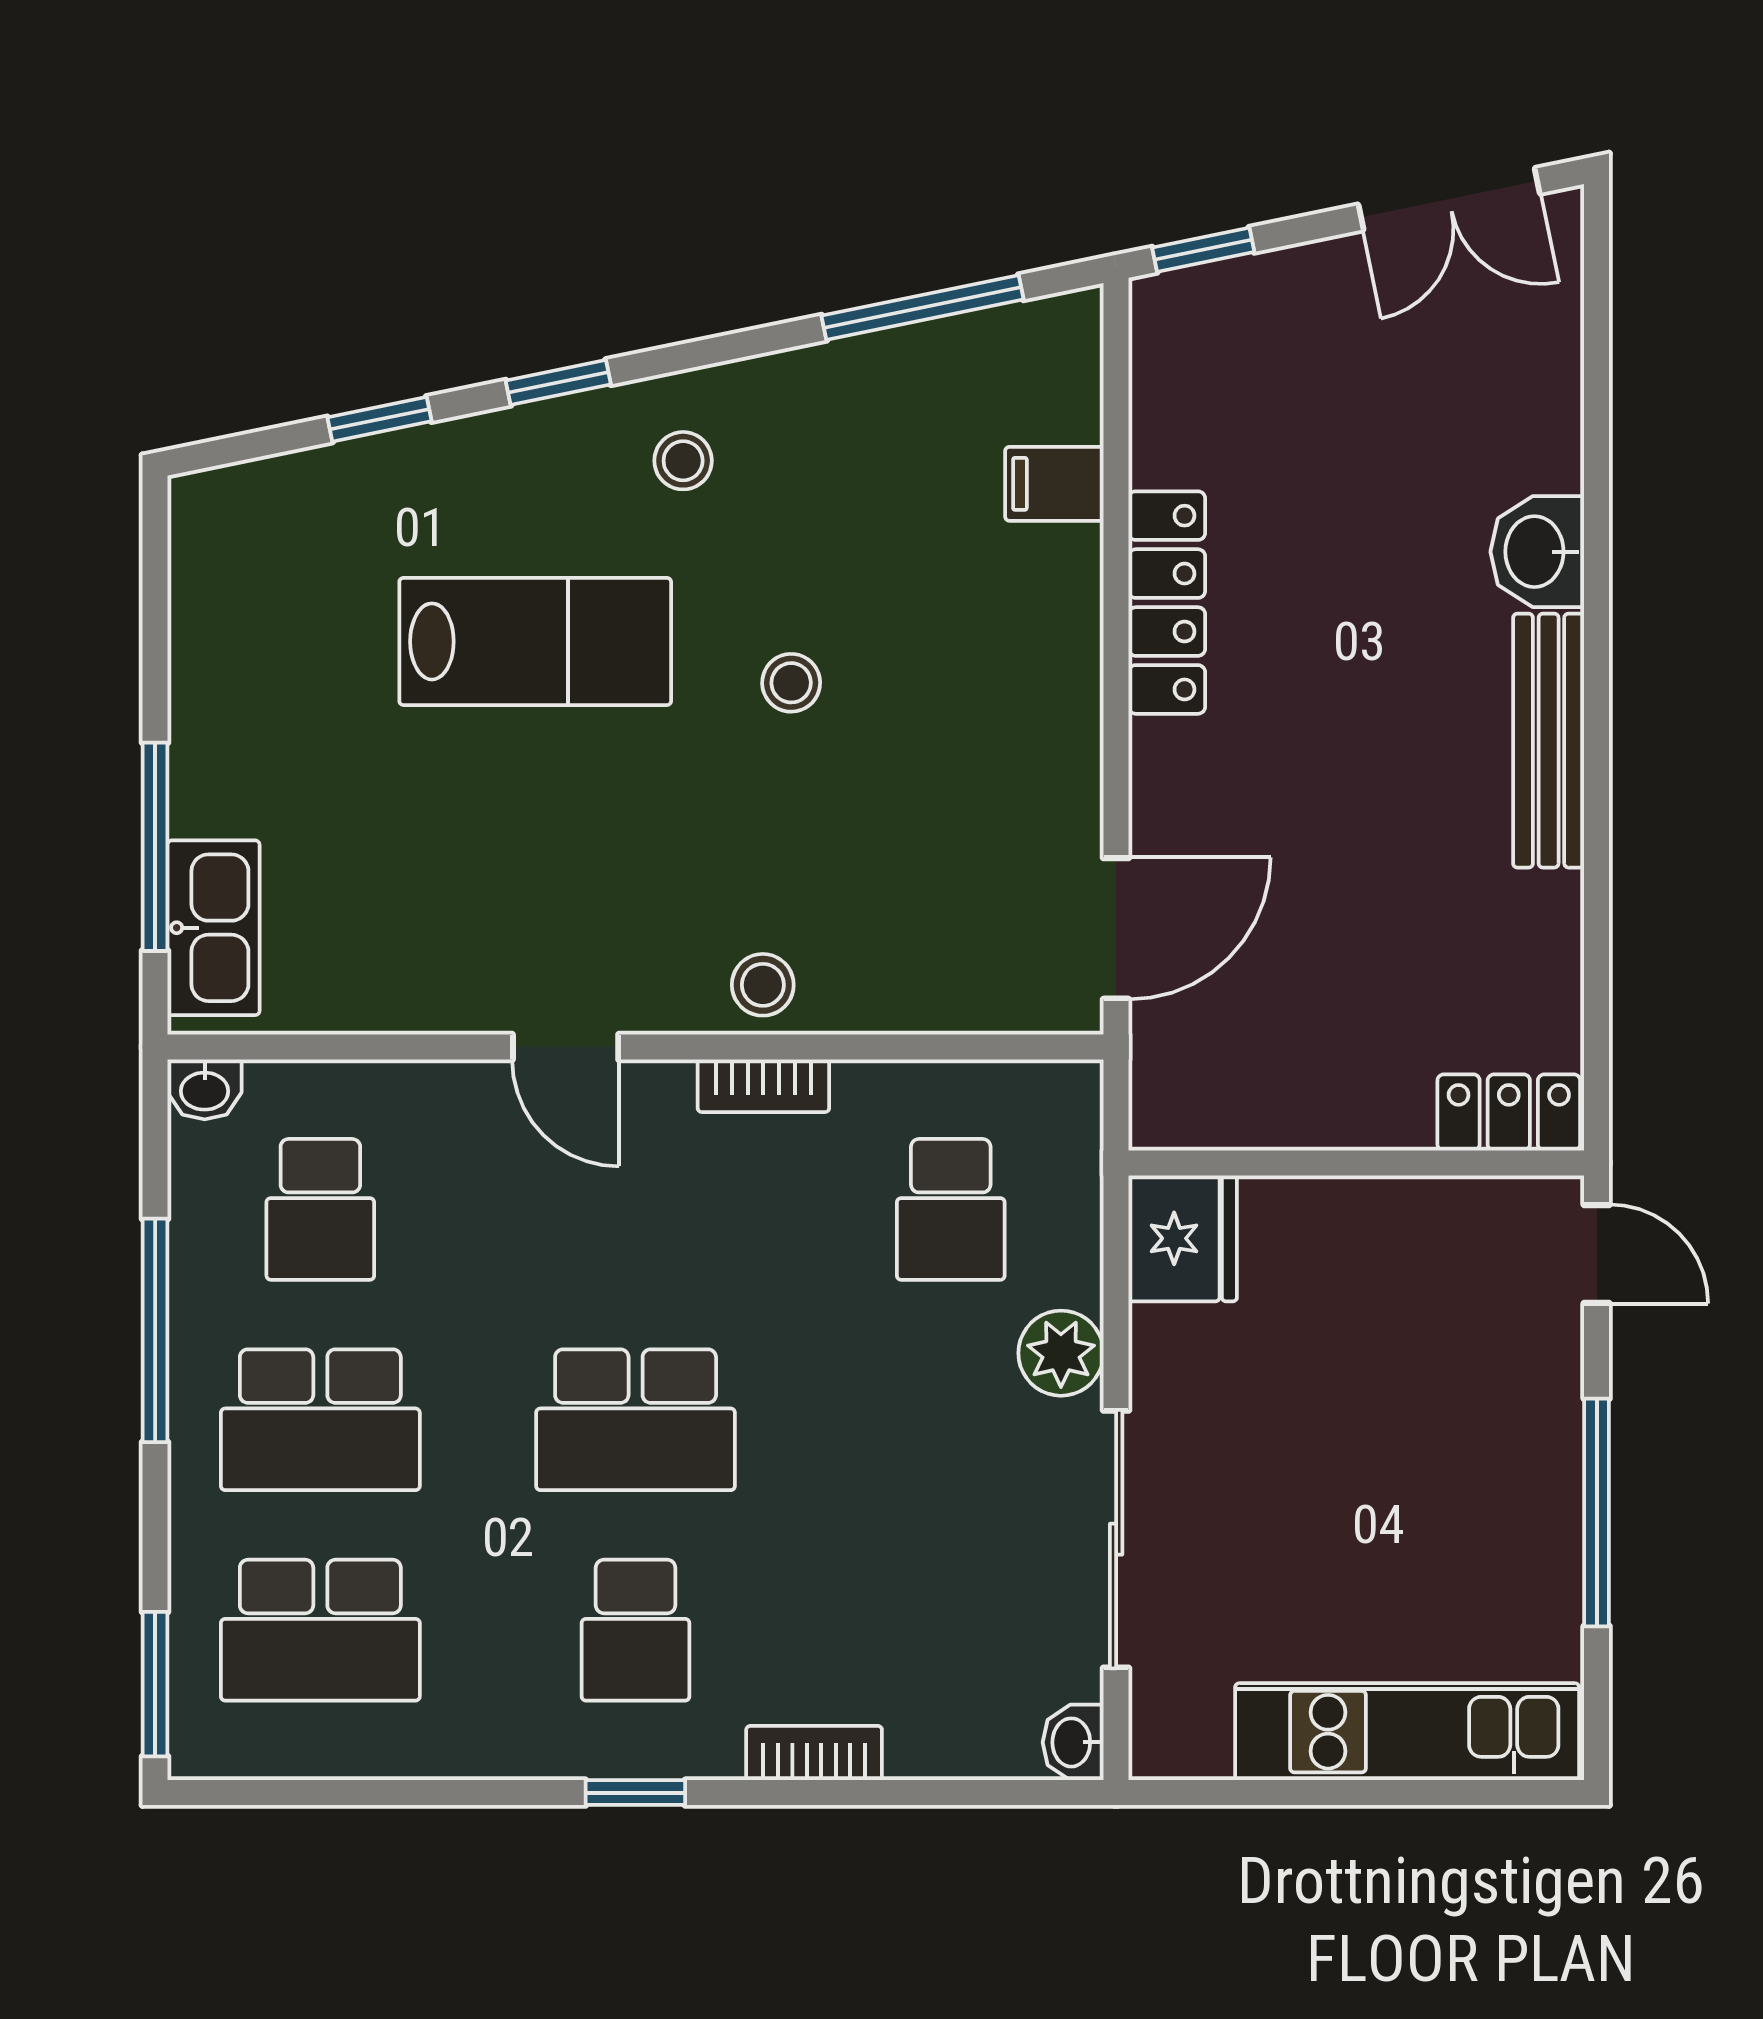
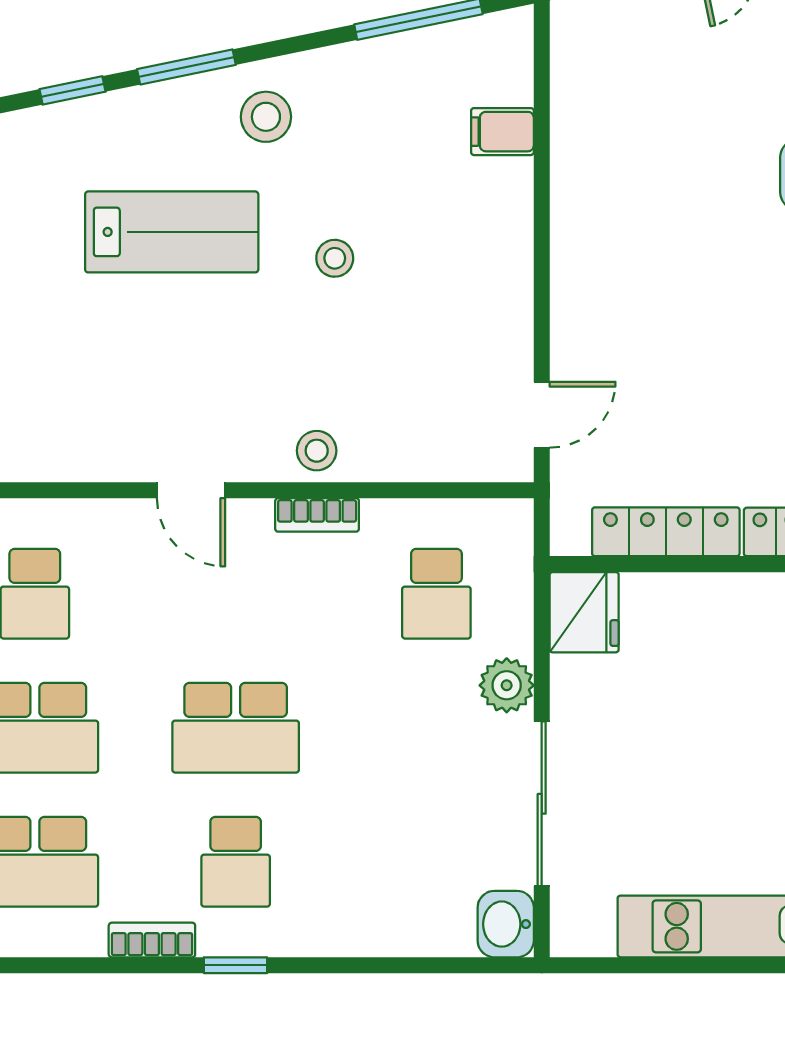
window: (558, 382) -> (186, 67), width x1.50
stool: (683, 461) -> (266, 117), width x1.37, depth x1.37
locker: (1167, 603) -> (666, 532), moved, turned -90
door: (1116, 928) -> (542, 415), width x0.73
washbasin: (1073, 1742) -> (506, 924), width x1.38, depth x1.45
bookcase: (814, 1753) -> (152, 940), moved

